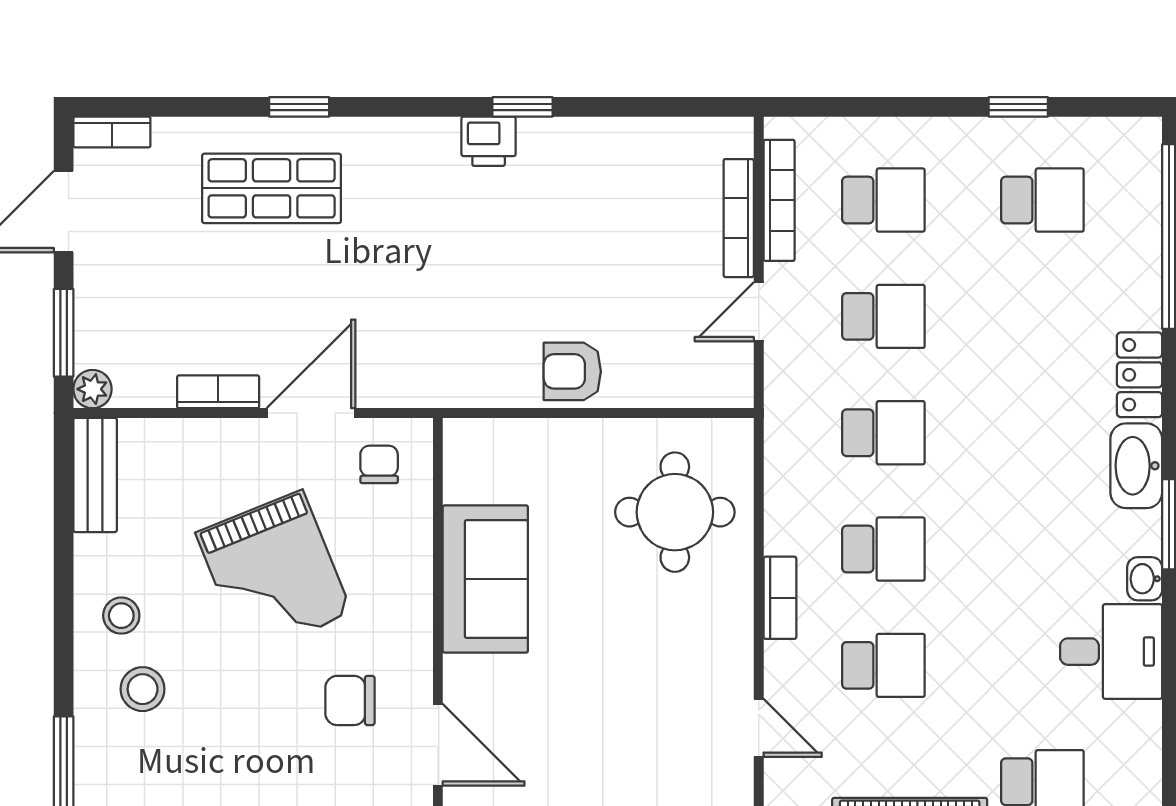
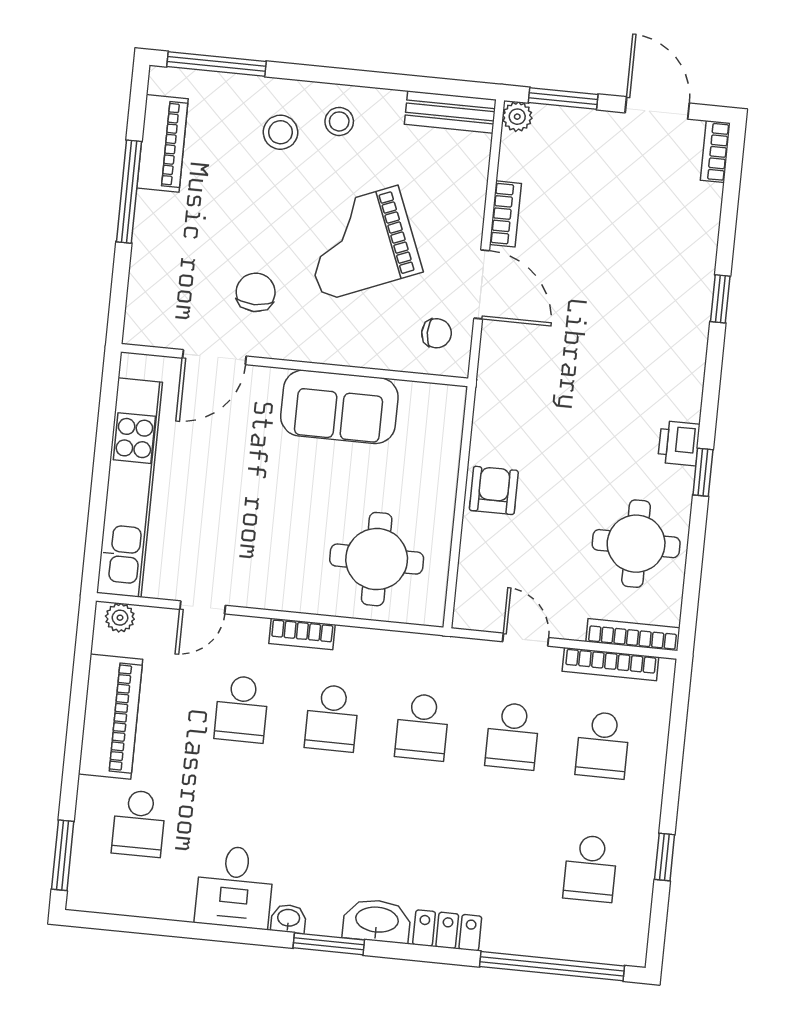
round table: (622, 183) -> (636, 544), added
shop shelf: (272, 188) -> (659, 271), removed
bookcase: (739, 218) -> (633, 635), moved

